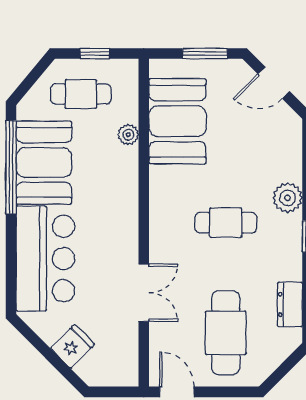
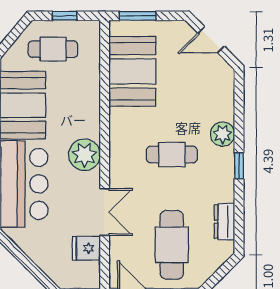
window: (205, 54) -> (137, 16), moved
plant: (128, 135) -> (84, 155), moved, width x1.87, depth x1.87
fridge: (73, 346) -> (86, 248), moved, turned -135

